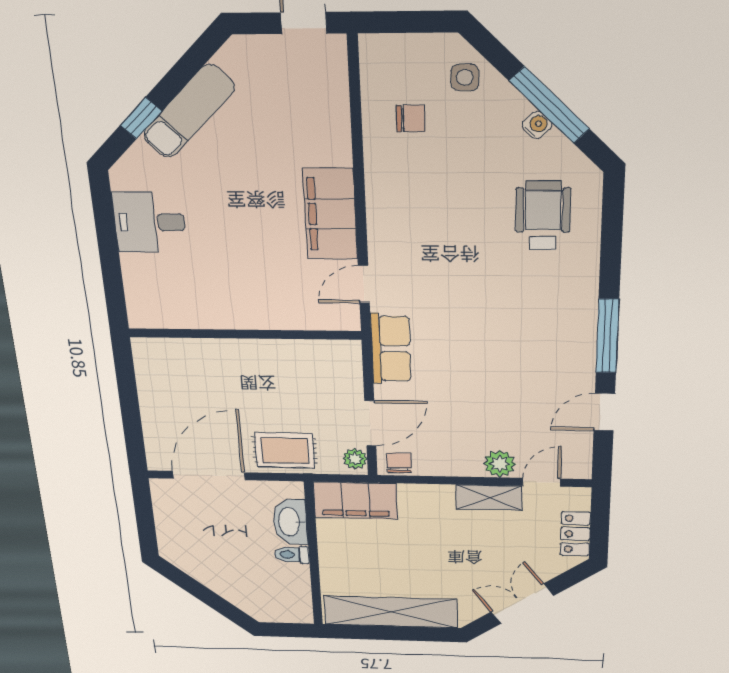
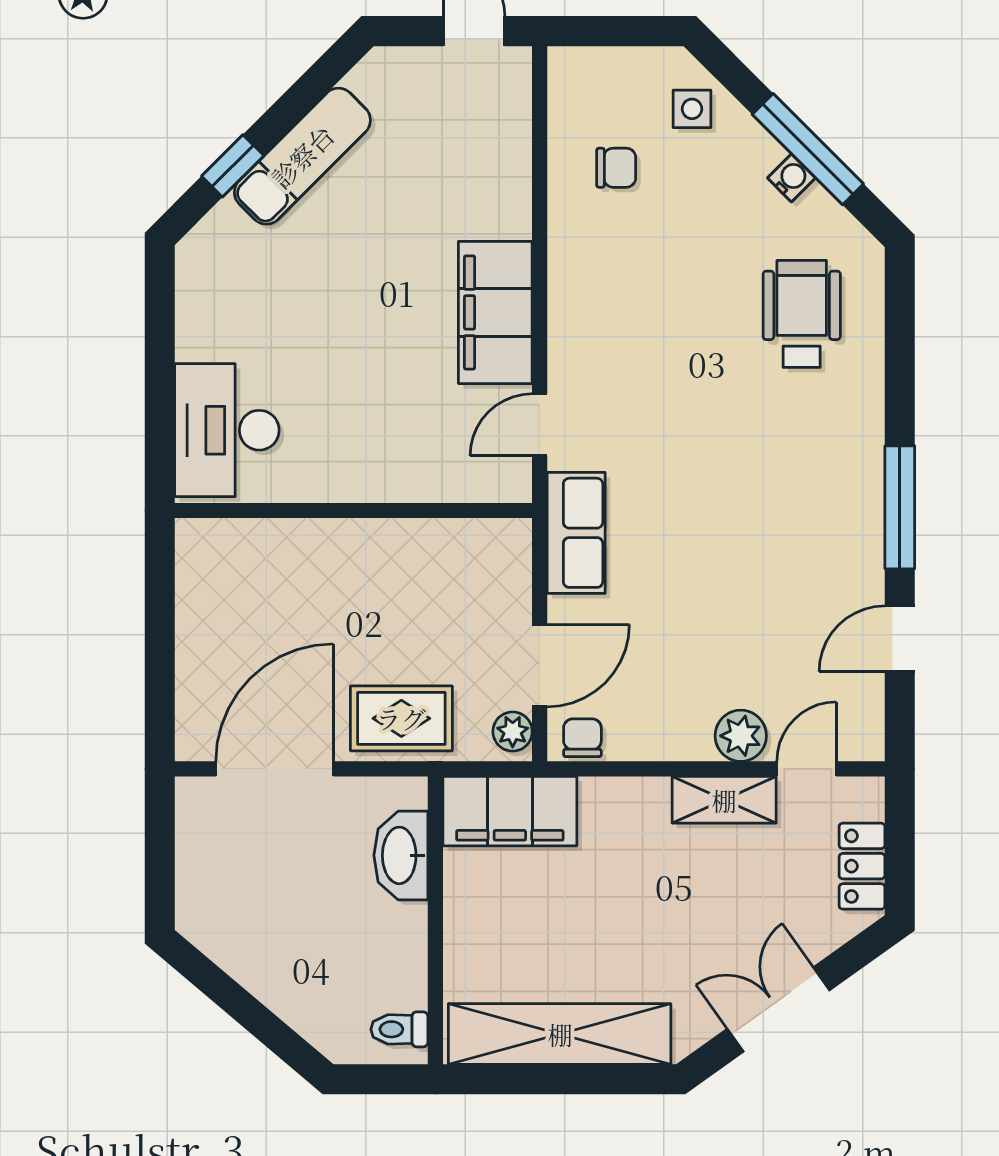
desk: (149, 222) -> (227, 430), moved, width x1.37
toilet: (292, 555) -> (399, 1029), moved

